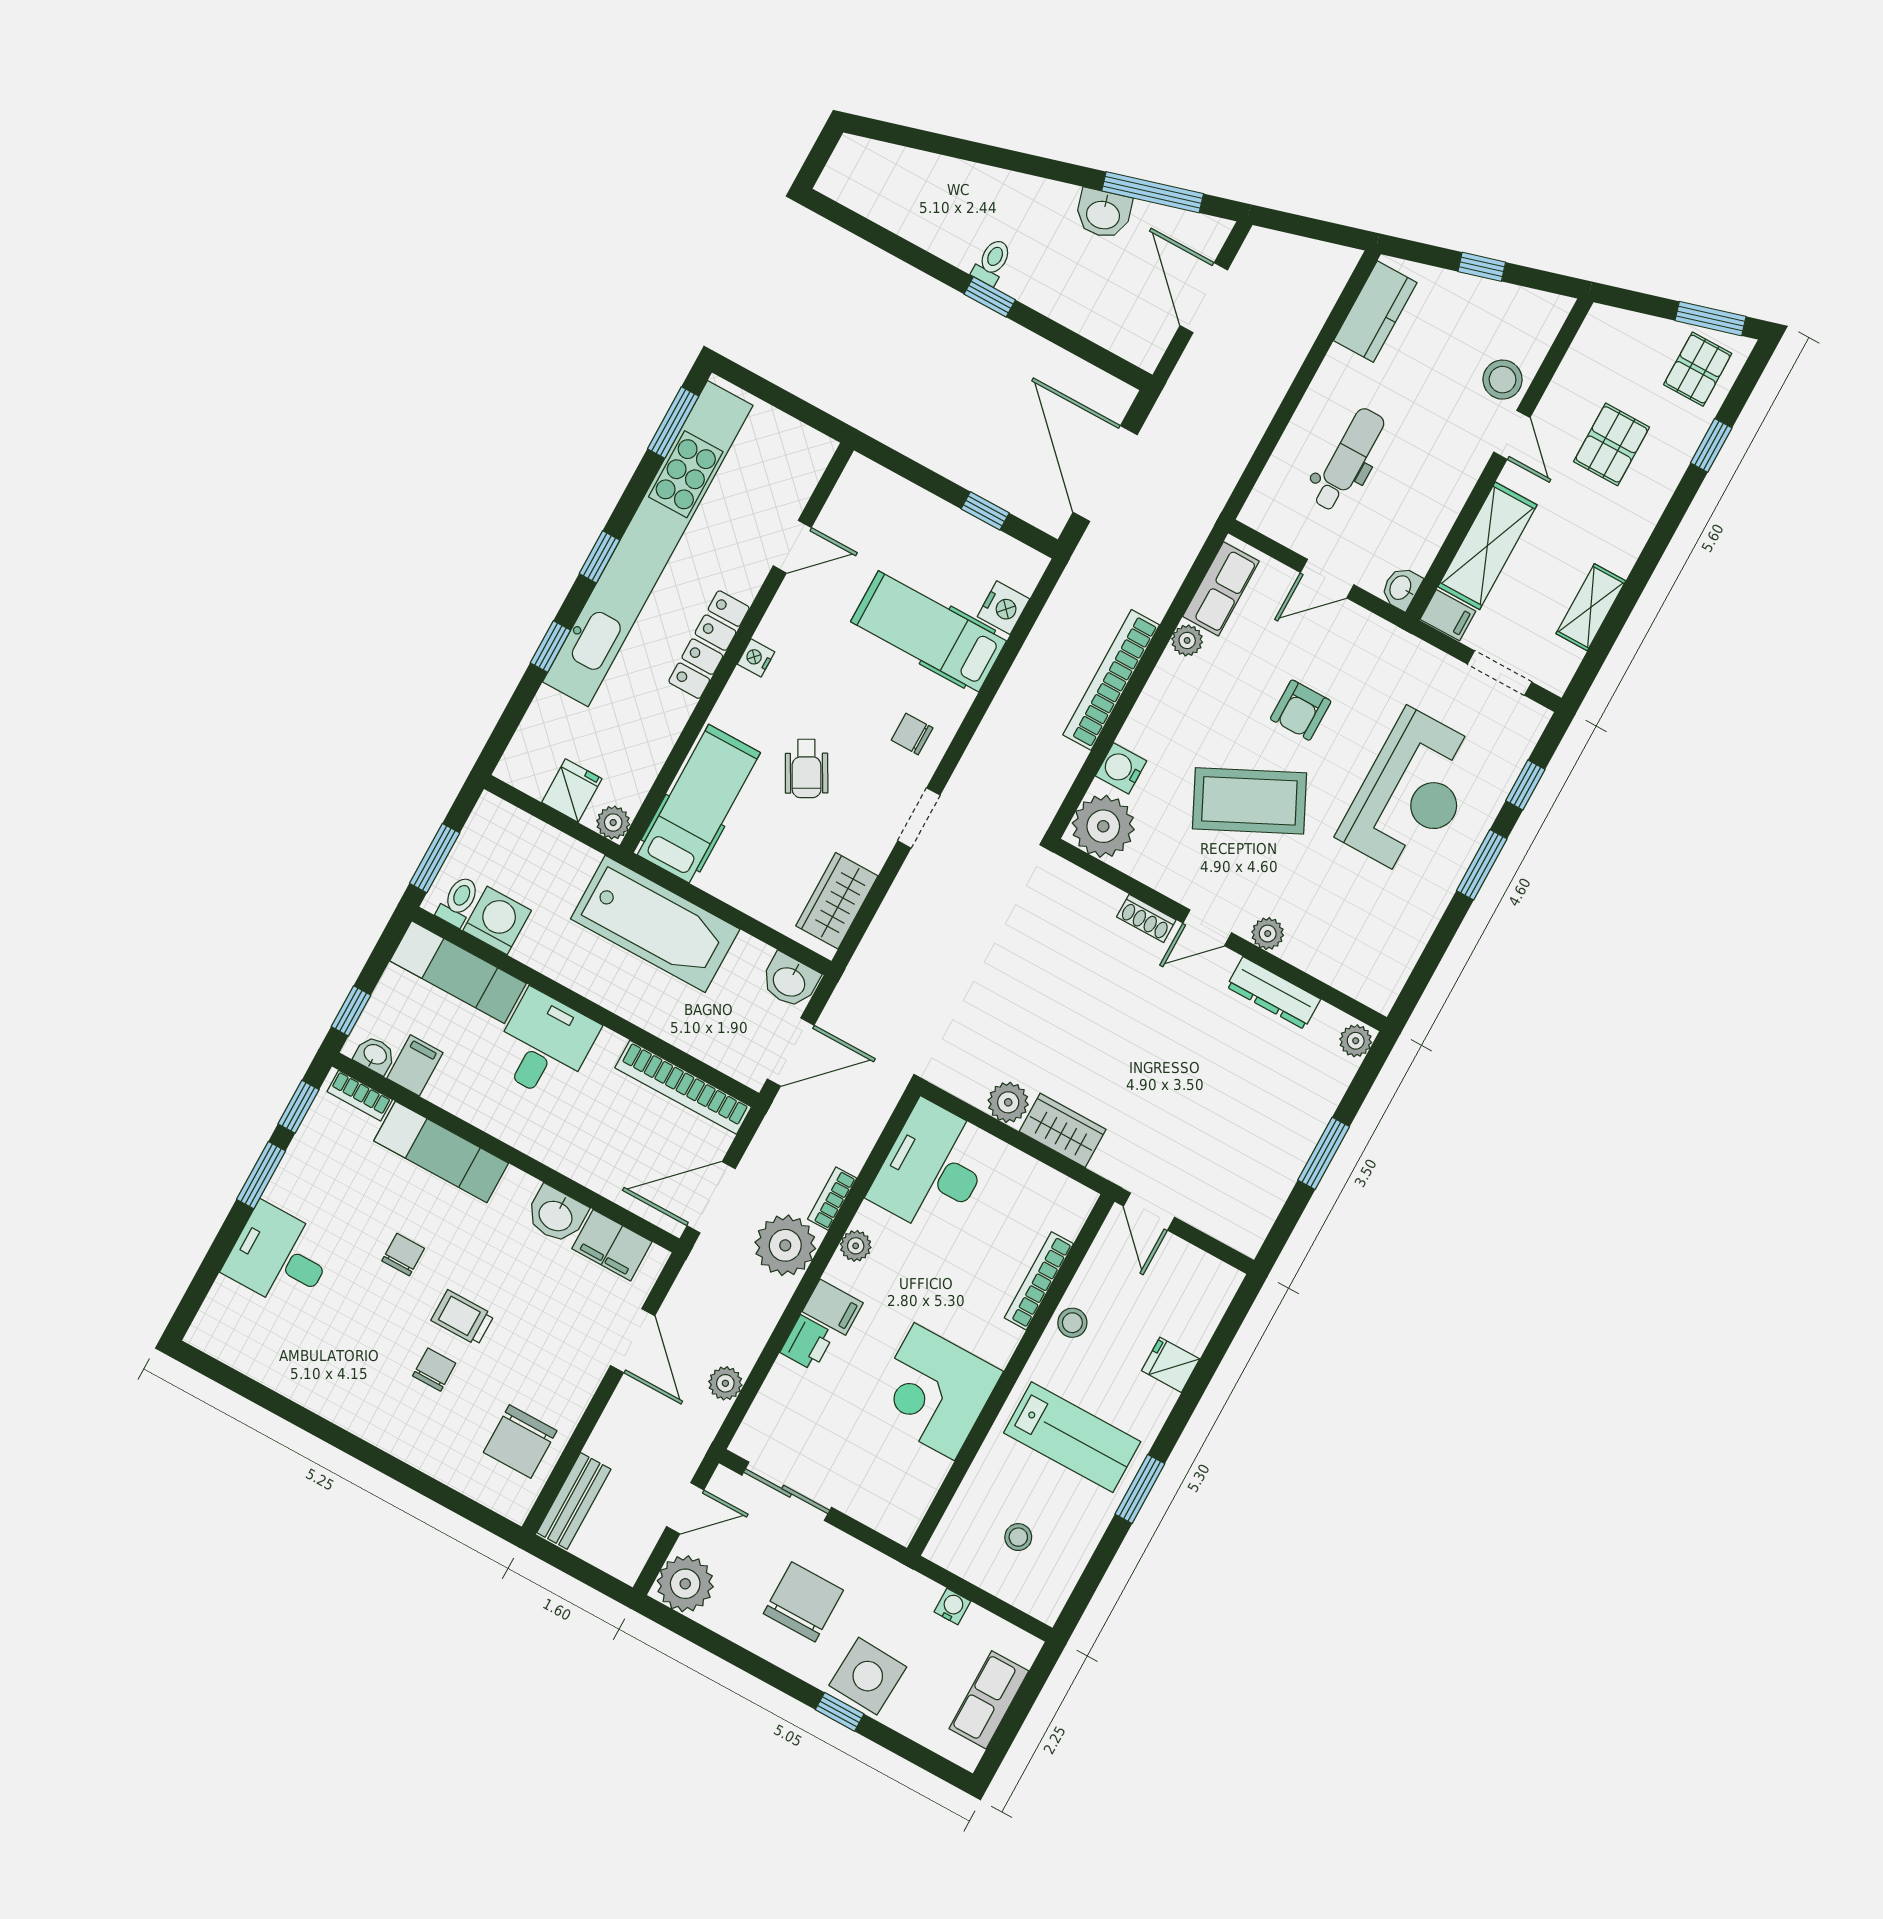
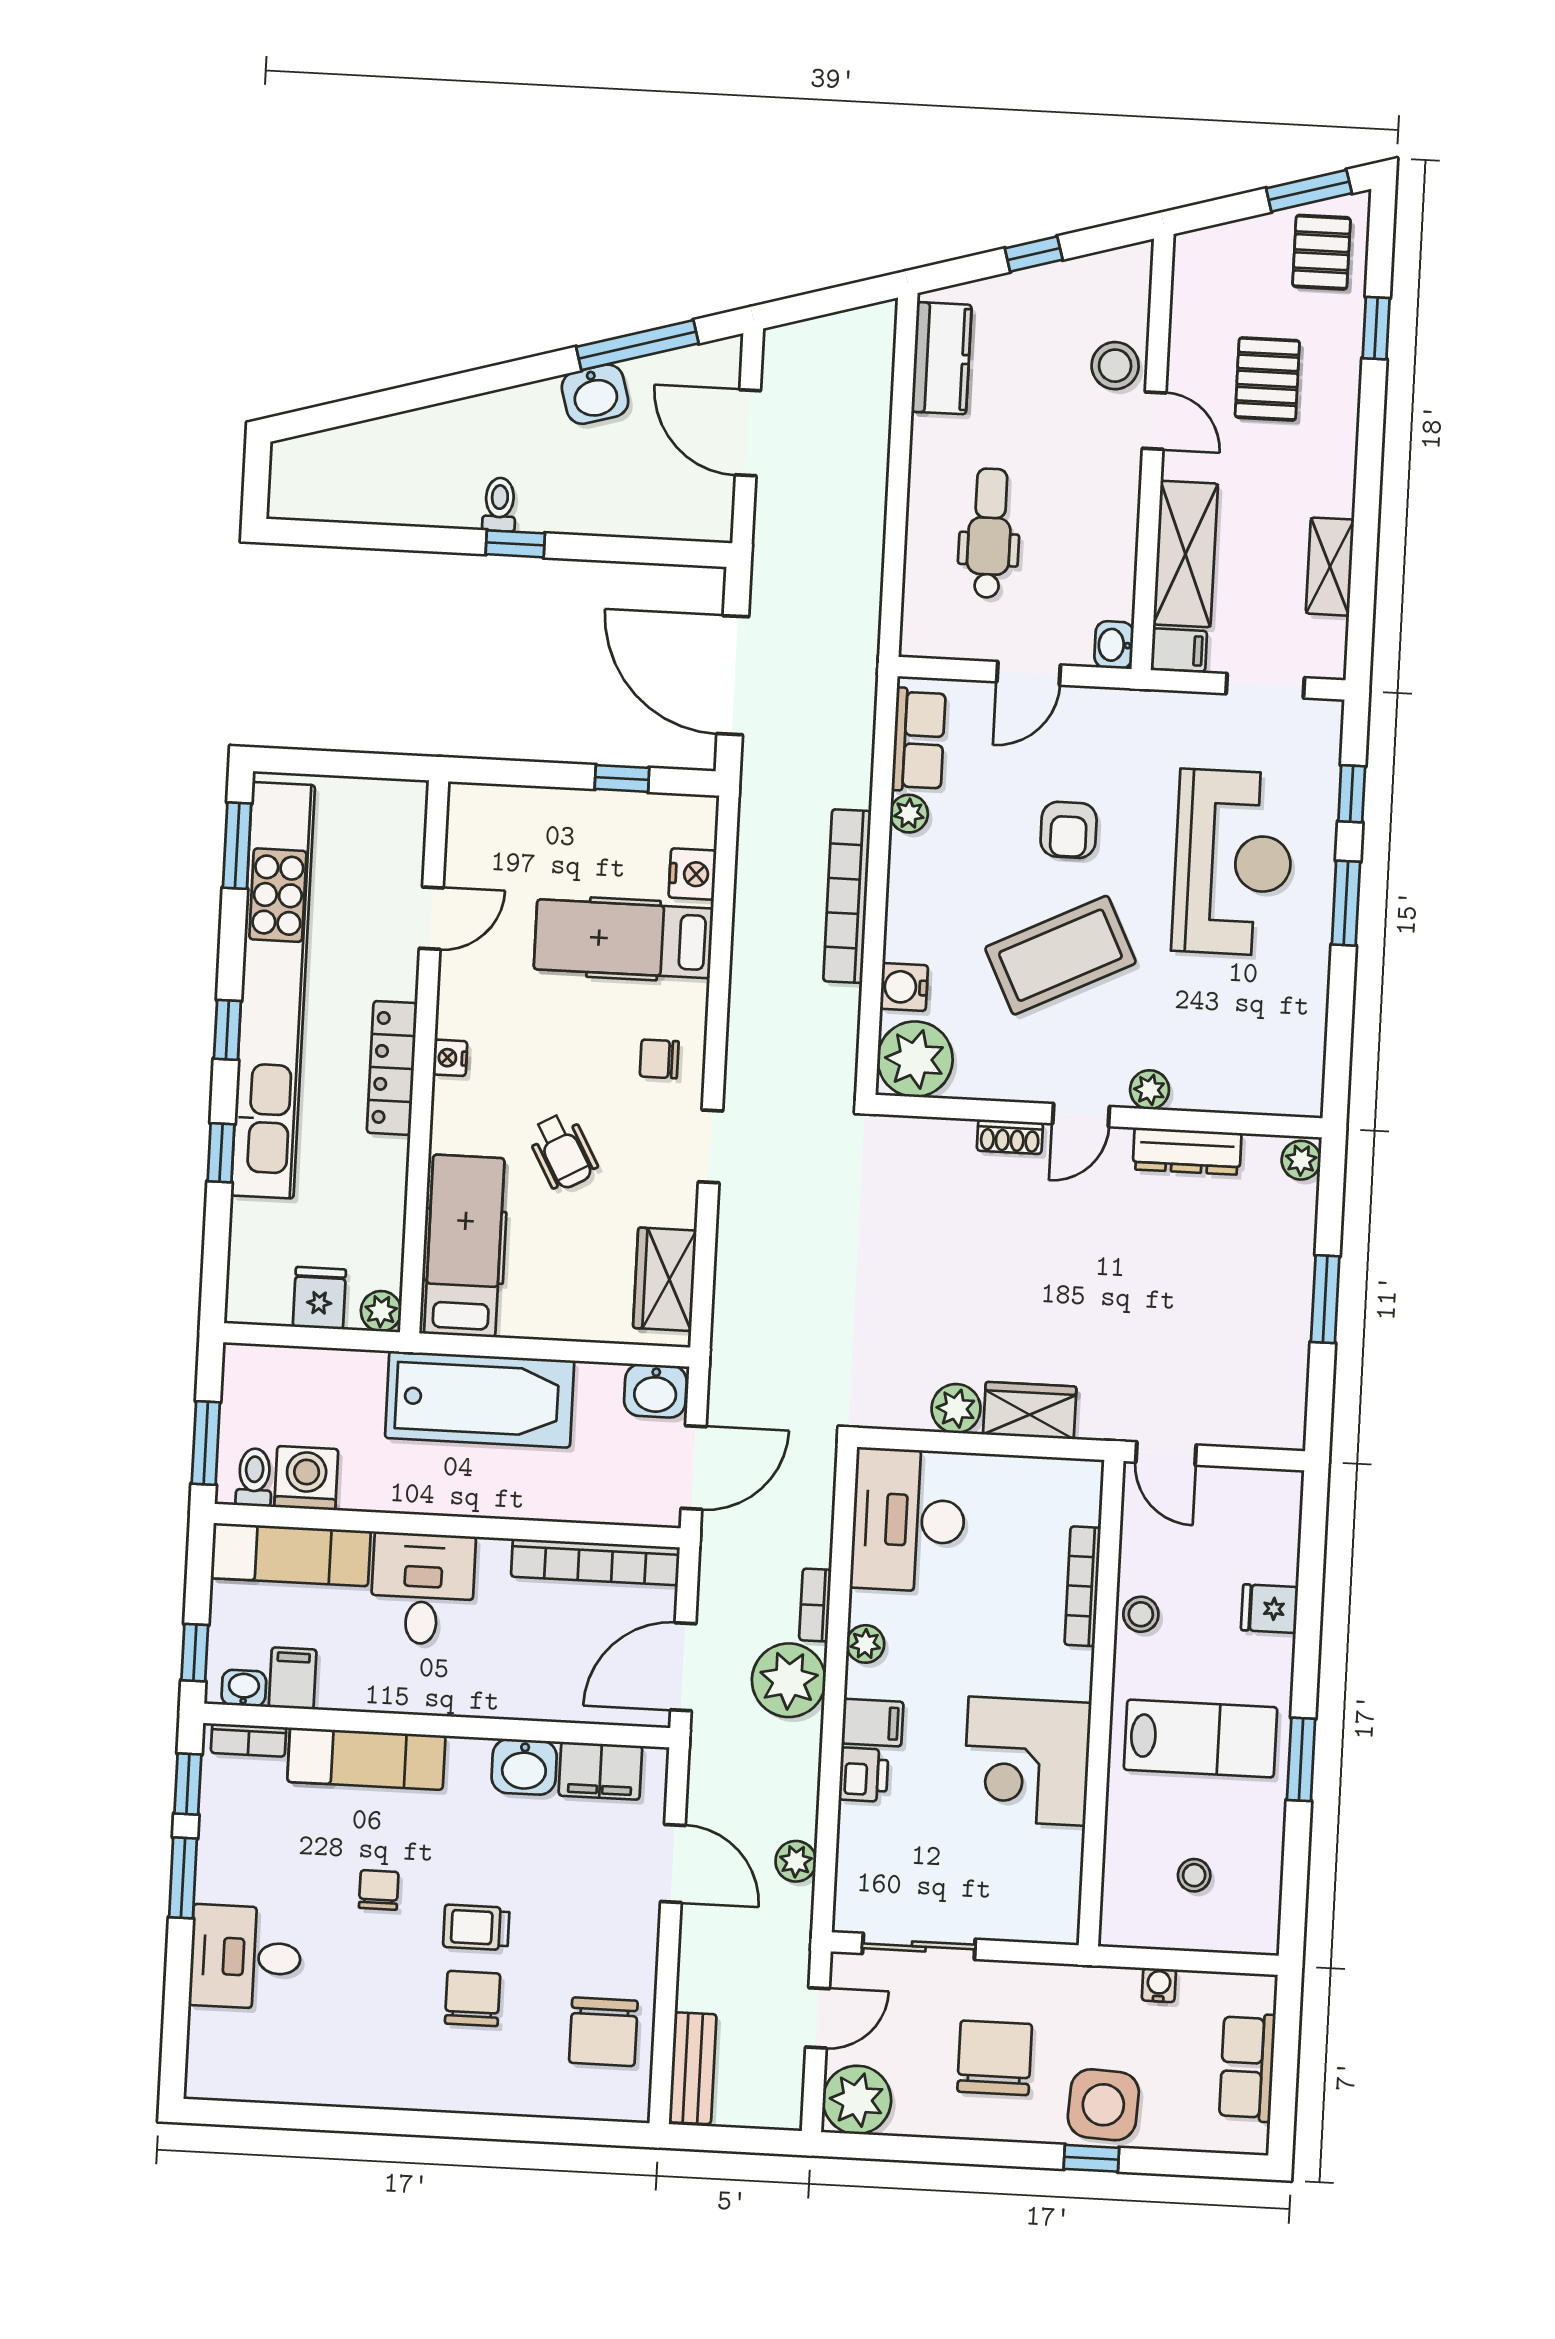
chair: (434, 1370) -> (473, 1999), width x1.37, depth x1.37

